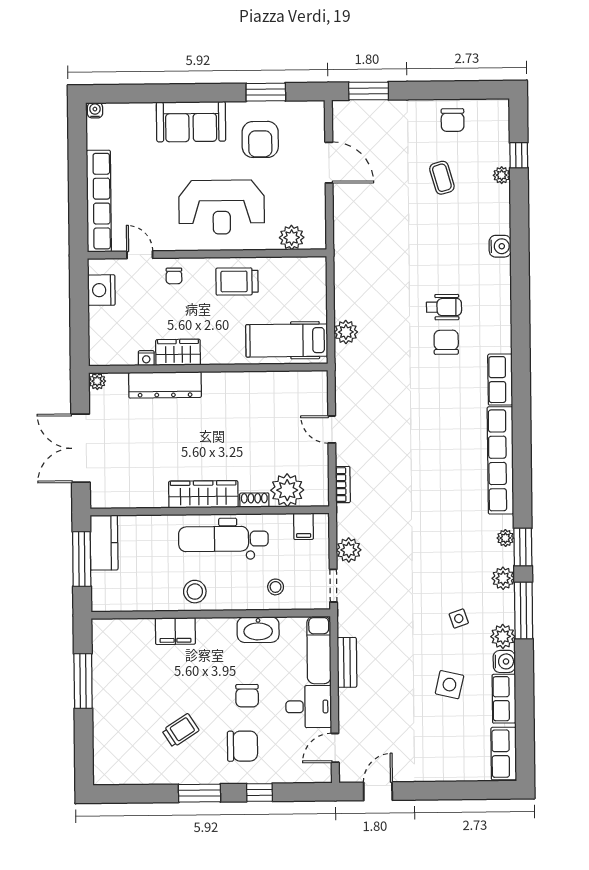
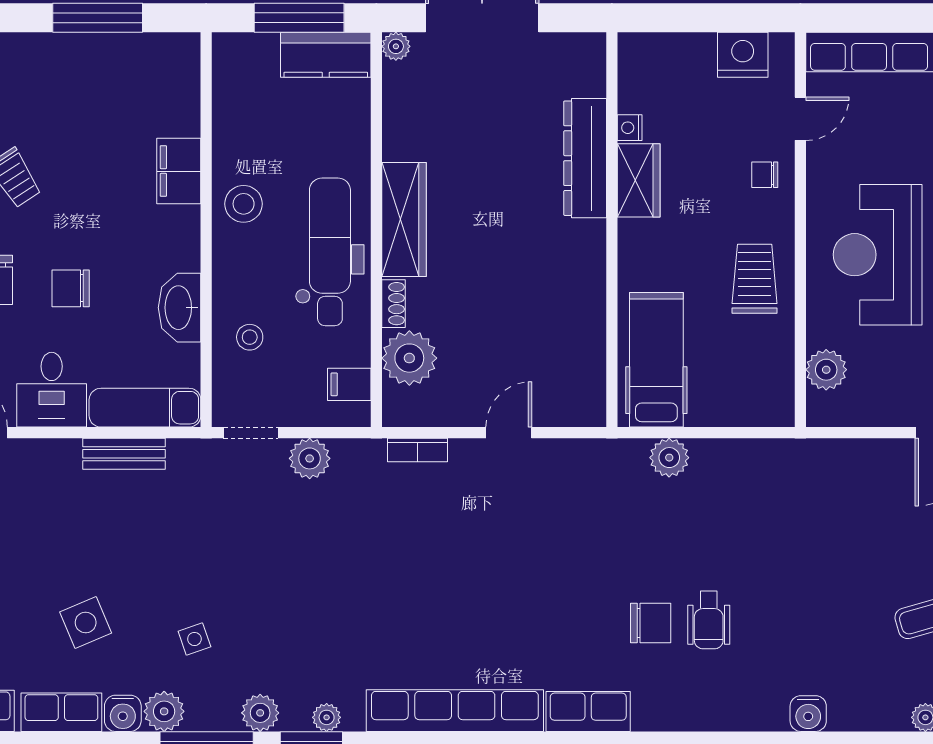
plant: (97, 381) -> (396, 46), moved
side table: (449, 685) -> (86, 623), turned -36

